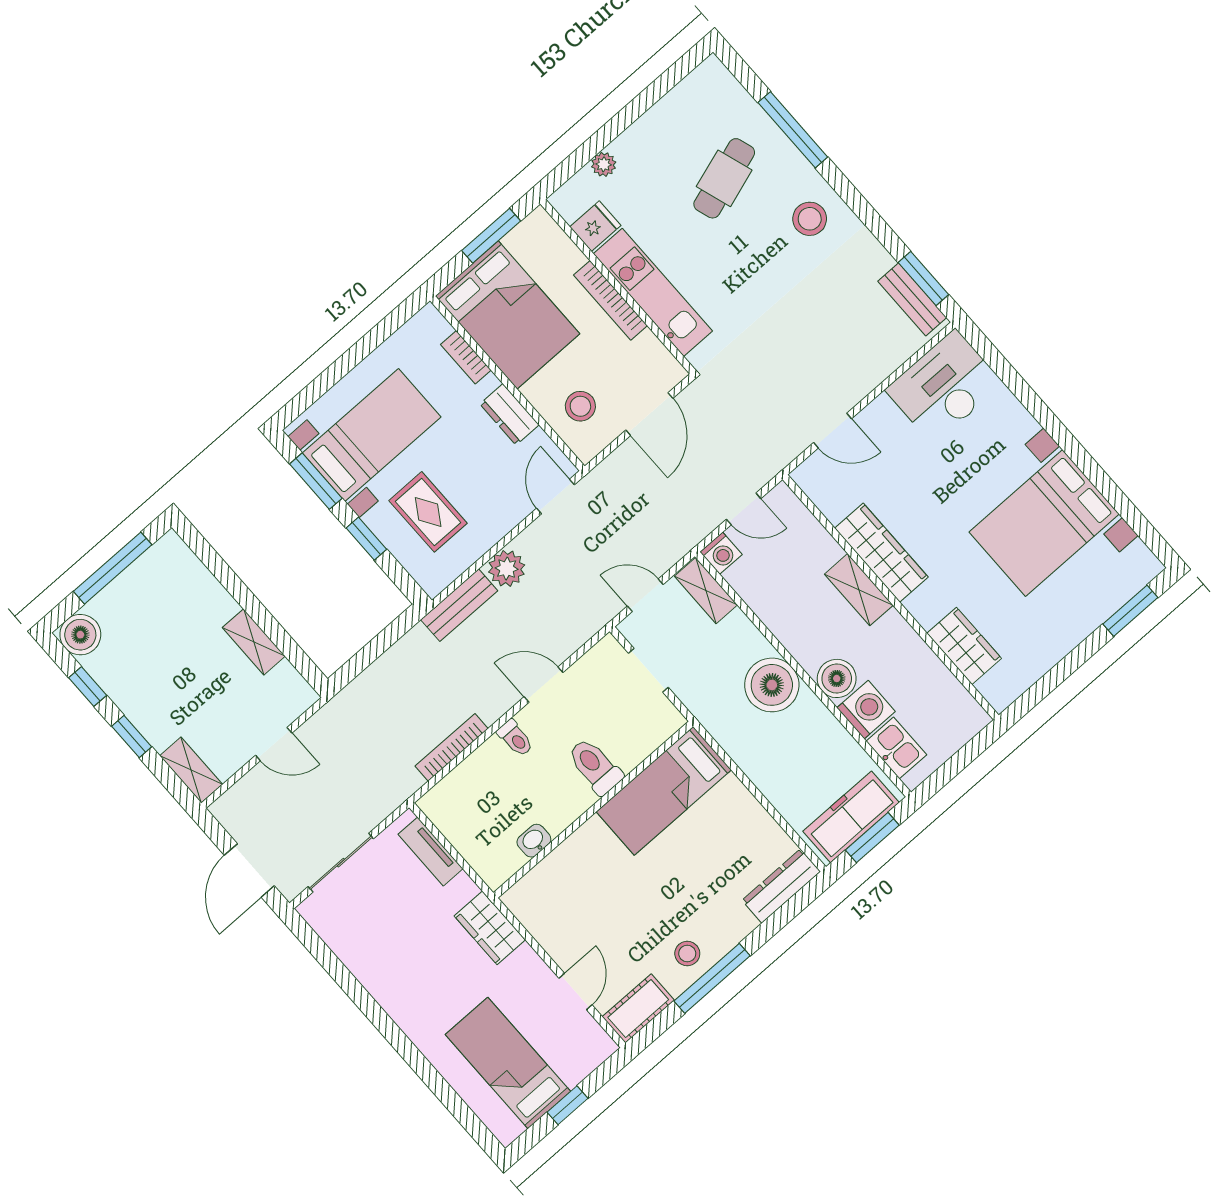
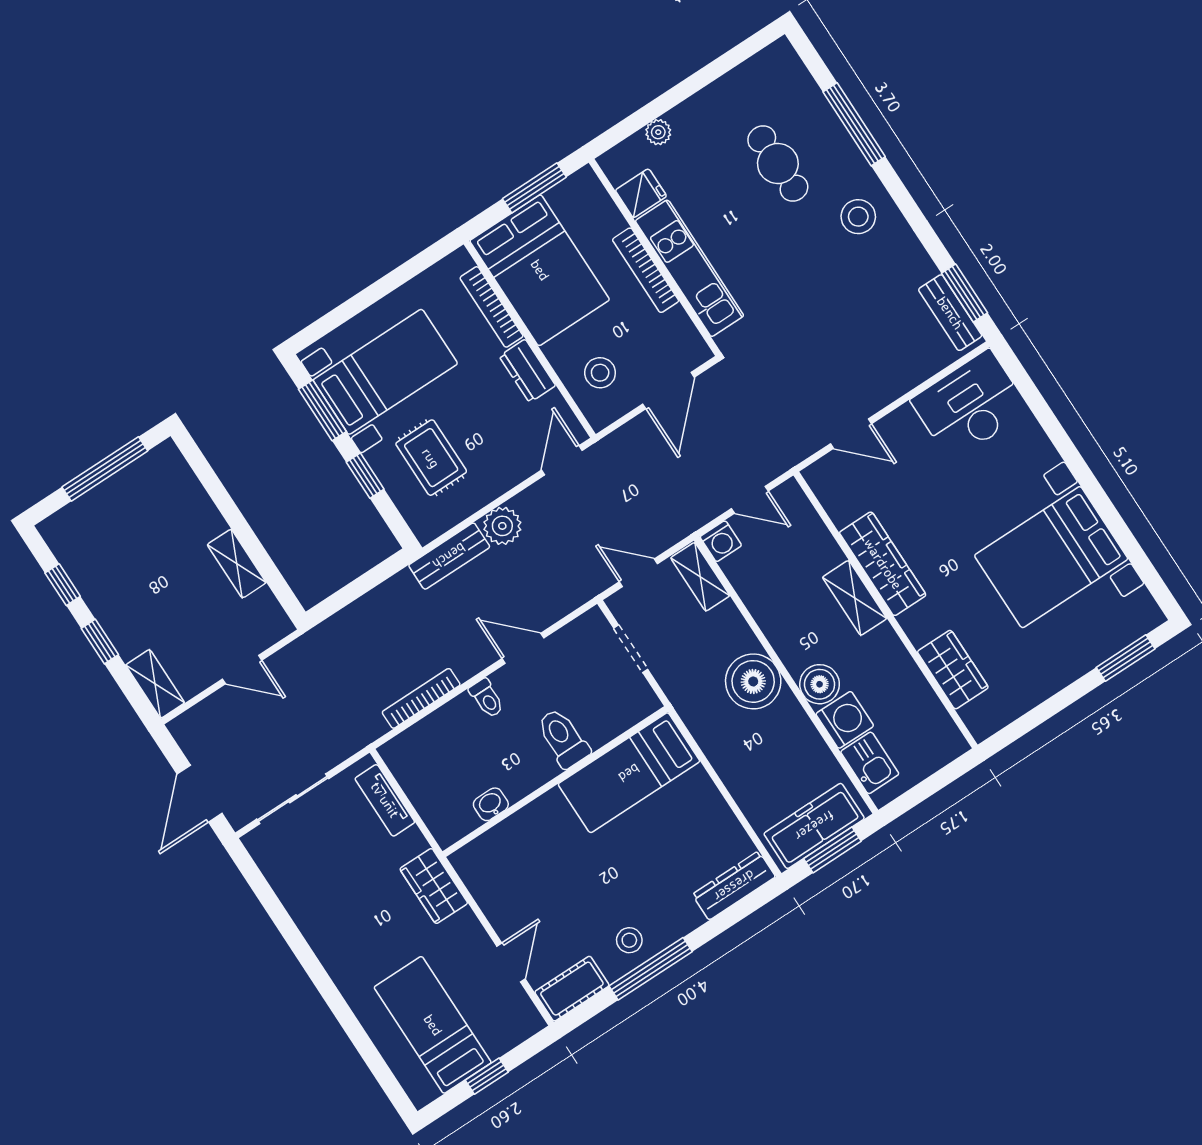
cafe table: (724, 178) -> (778, 164), turned -72
bookcase: (466, 357) -> (492, 307), width x1.56
boiler: (80, 635) -> (63, 531), removed

